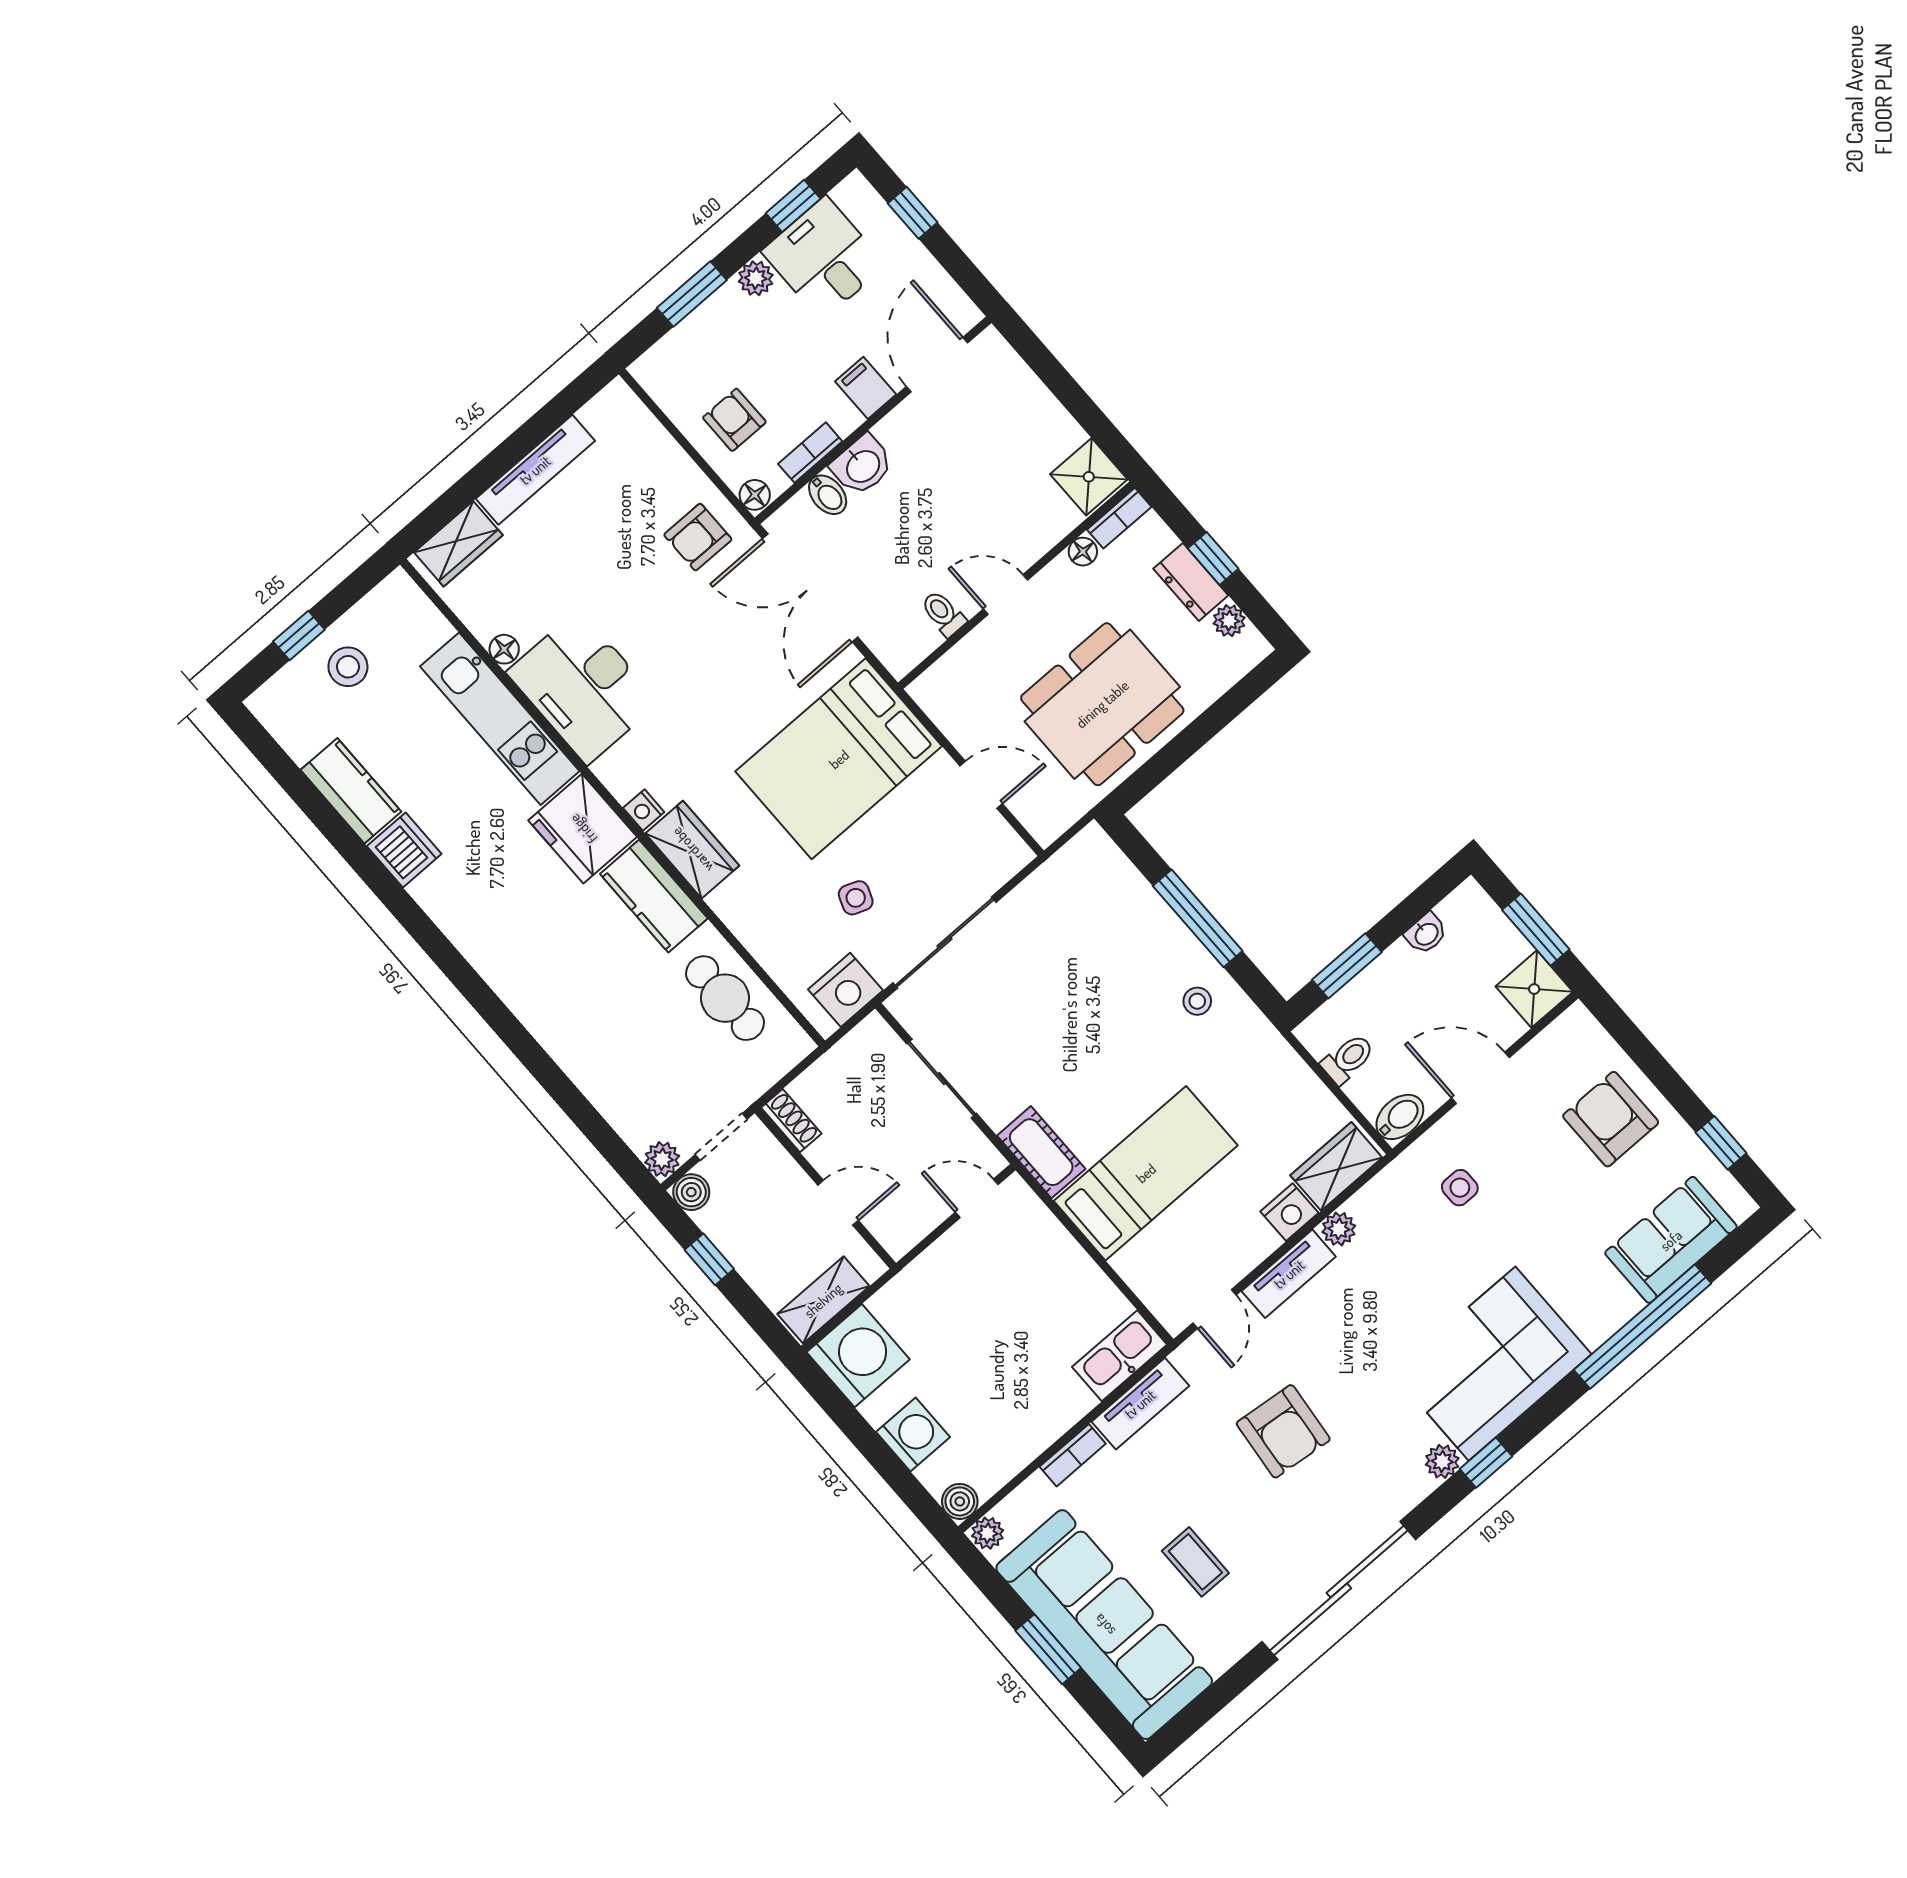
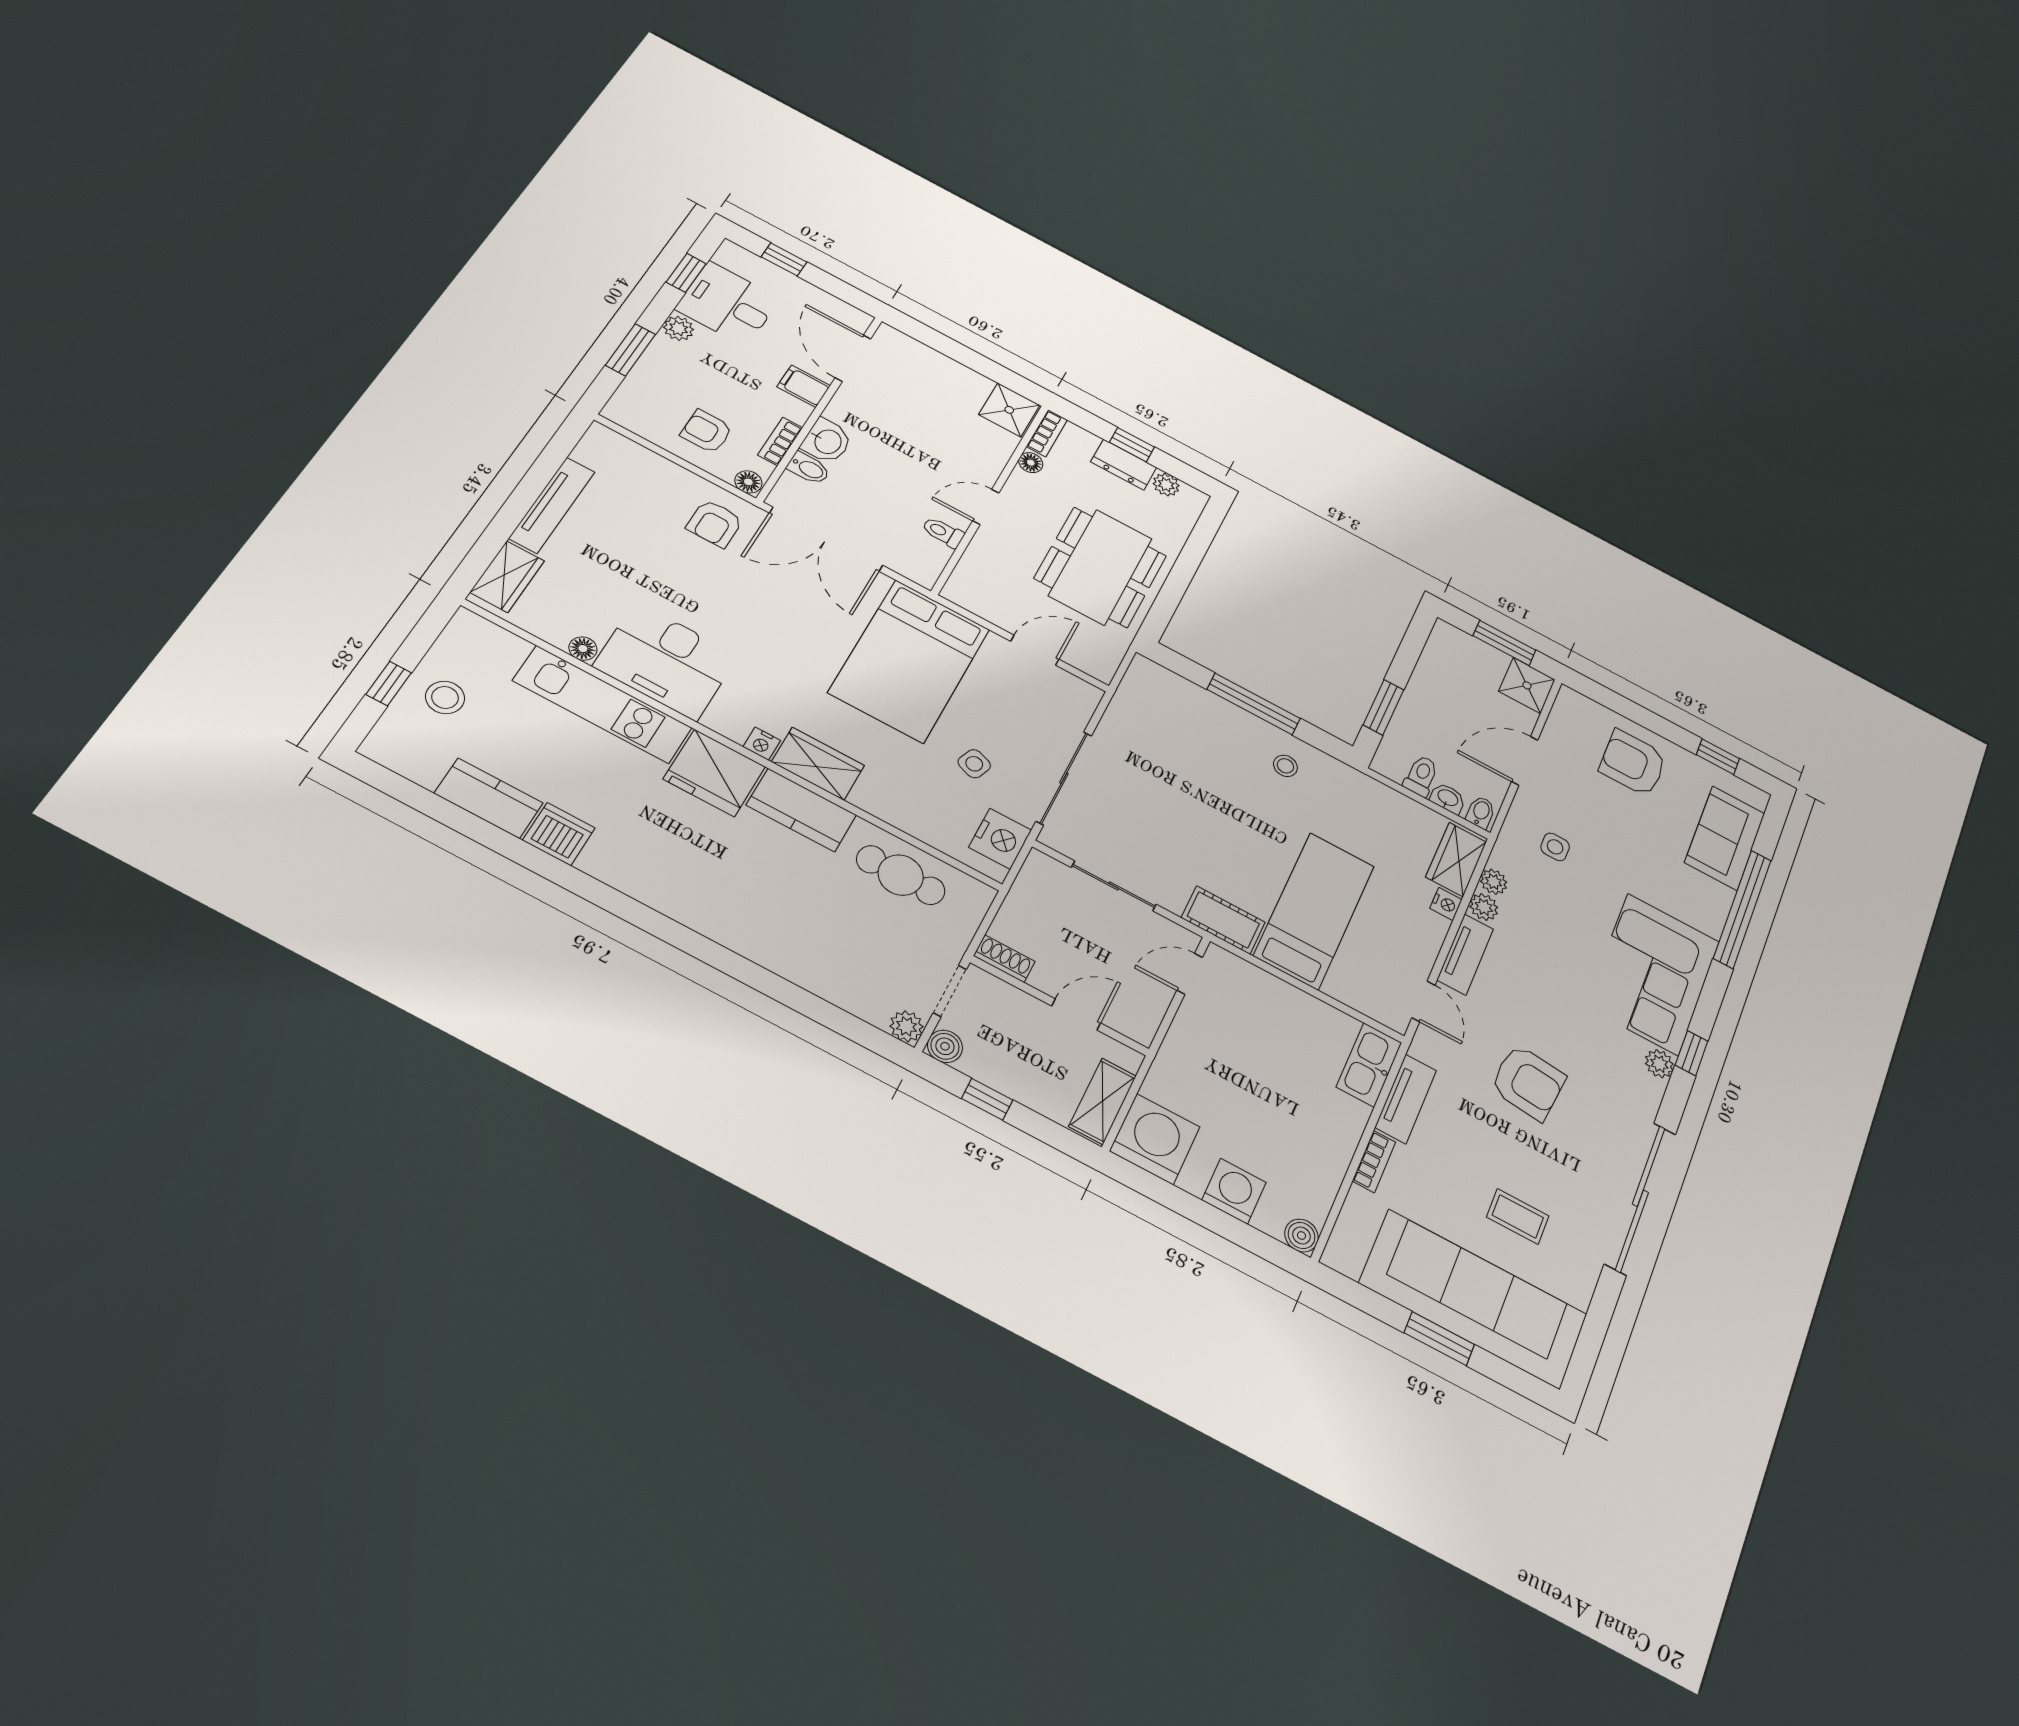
washbasin: (1426, 934) -> (1448, 798), moved, turned -90
bidet: (1400, 1117) -> (1481, 812), width x0.72, depth x0.74
nightstand: (1289, 1212) -> (1446, 904), width x0.72, depth x0.74
plant: (988, 1533) -> (1494, 882), moved

